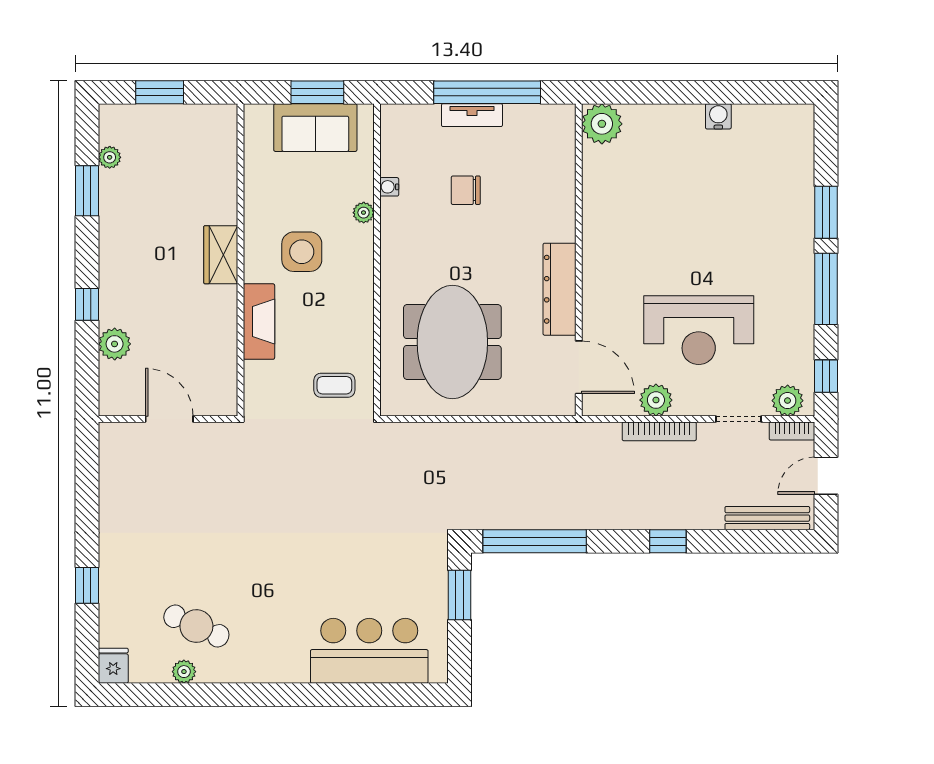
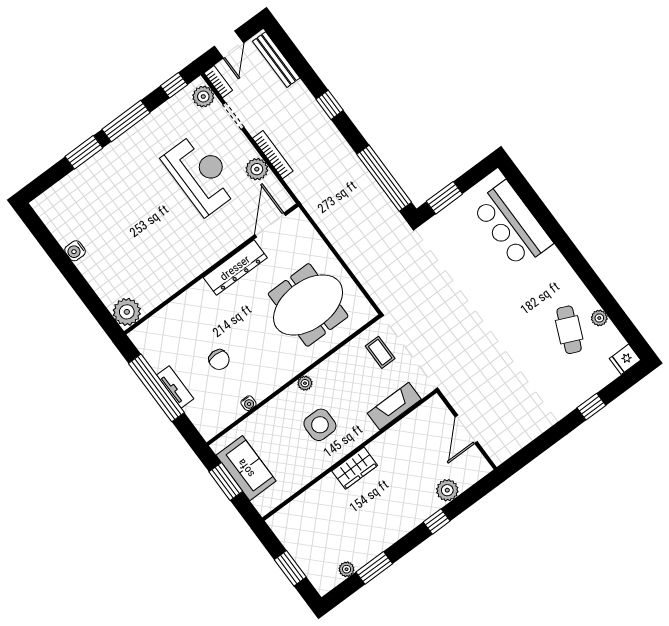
plant: (364, 213) -> (305, 383), moved
fireplace: (259, 322) -> (394, 406), moved
door: (826, 476) -> (229, 45), hinge flipped

